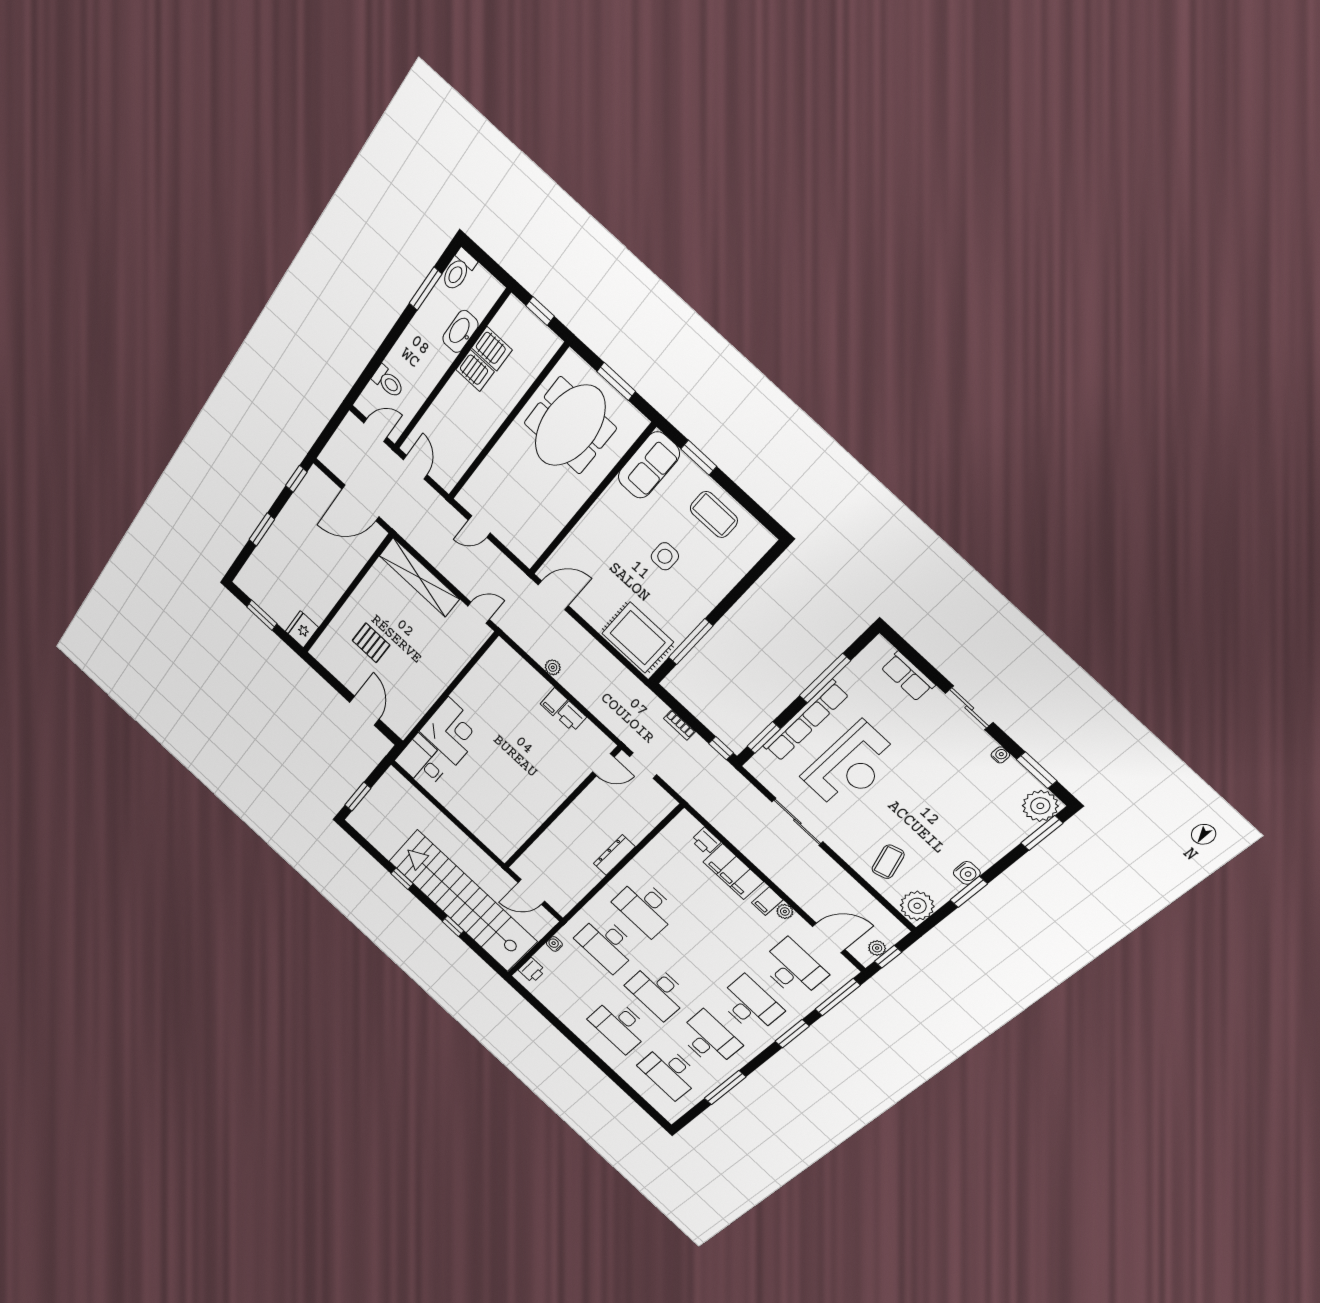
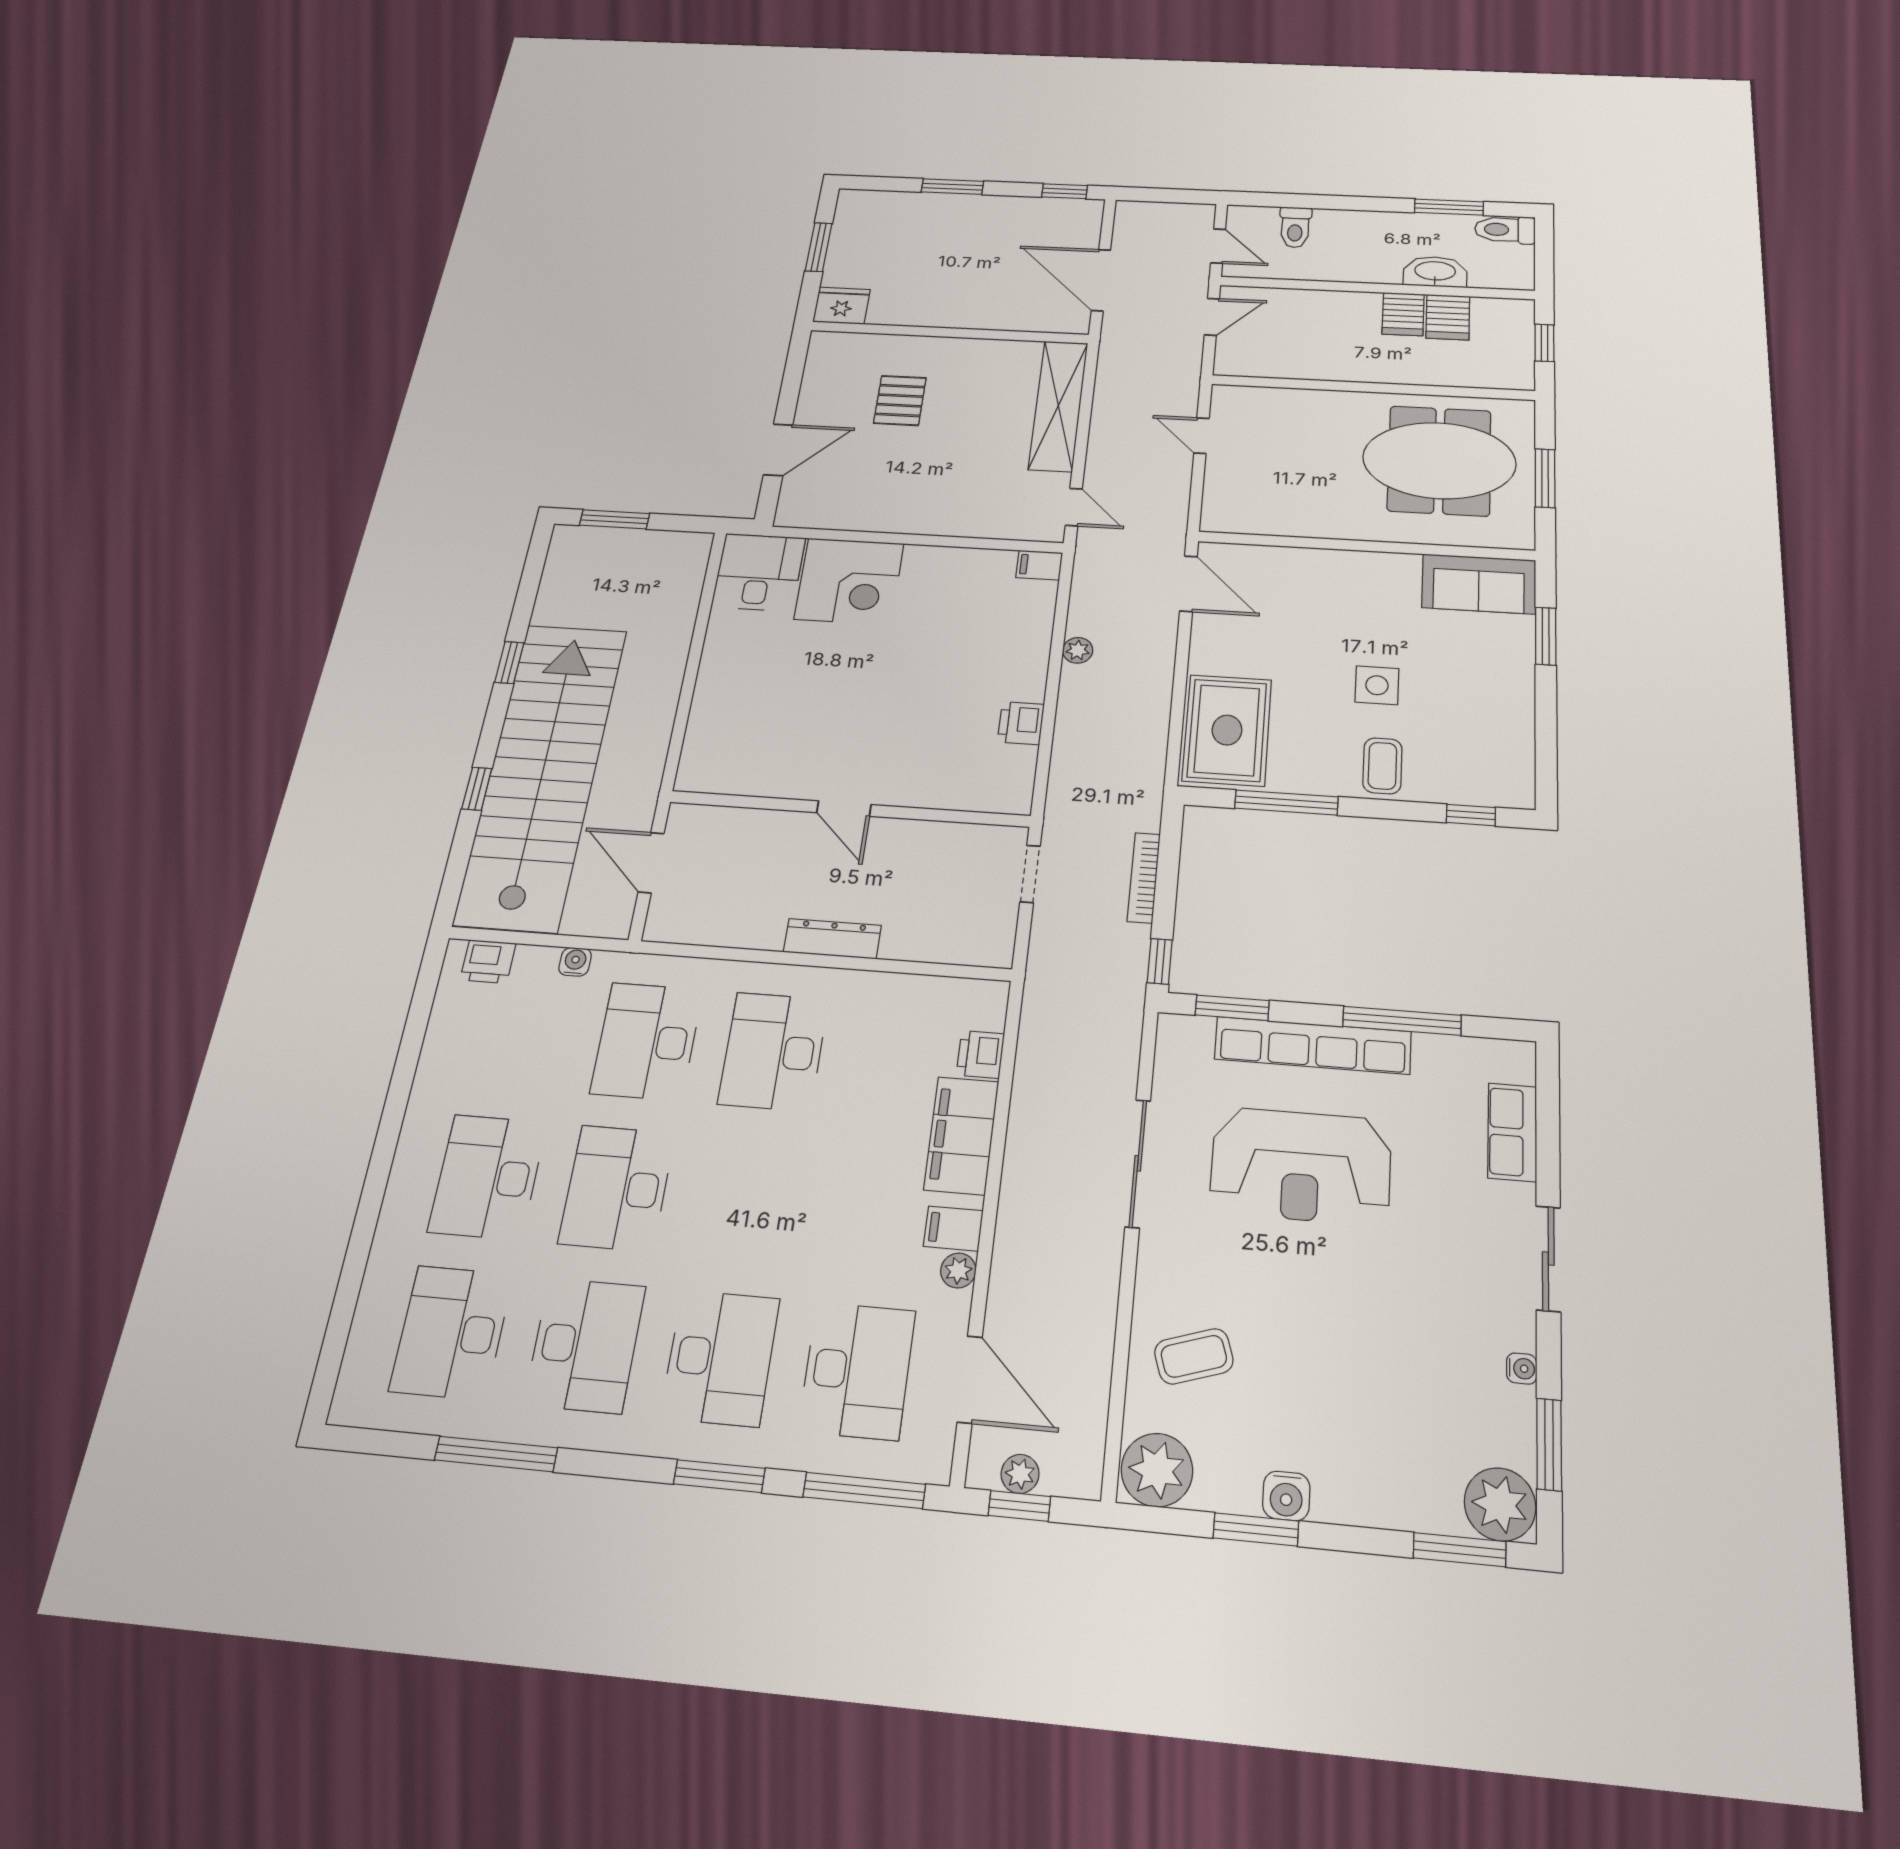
coffee table: (714, 515) -> (1382, 766), moved, width x0.73, depth x0.77
window: (758, 570) -> (1471, 815), added
filing cabinet: (554, 702) -> (1039, 565), moved
bookcase: (679, 725) -> (1144, 878), width x1.56
door: (603, 765) -> (844, 809), moved

